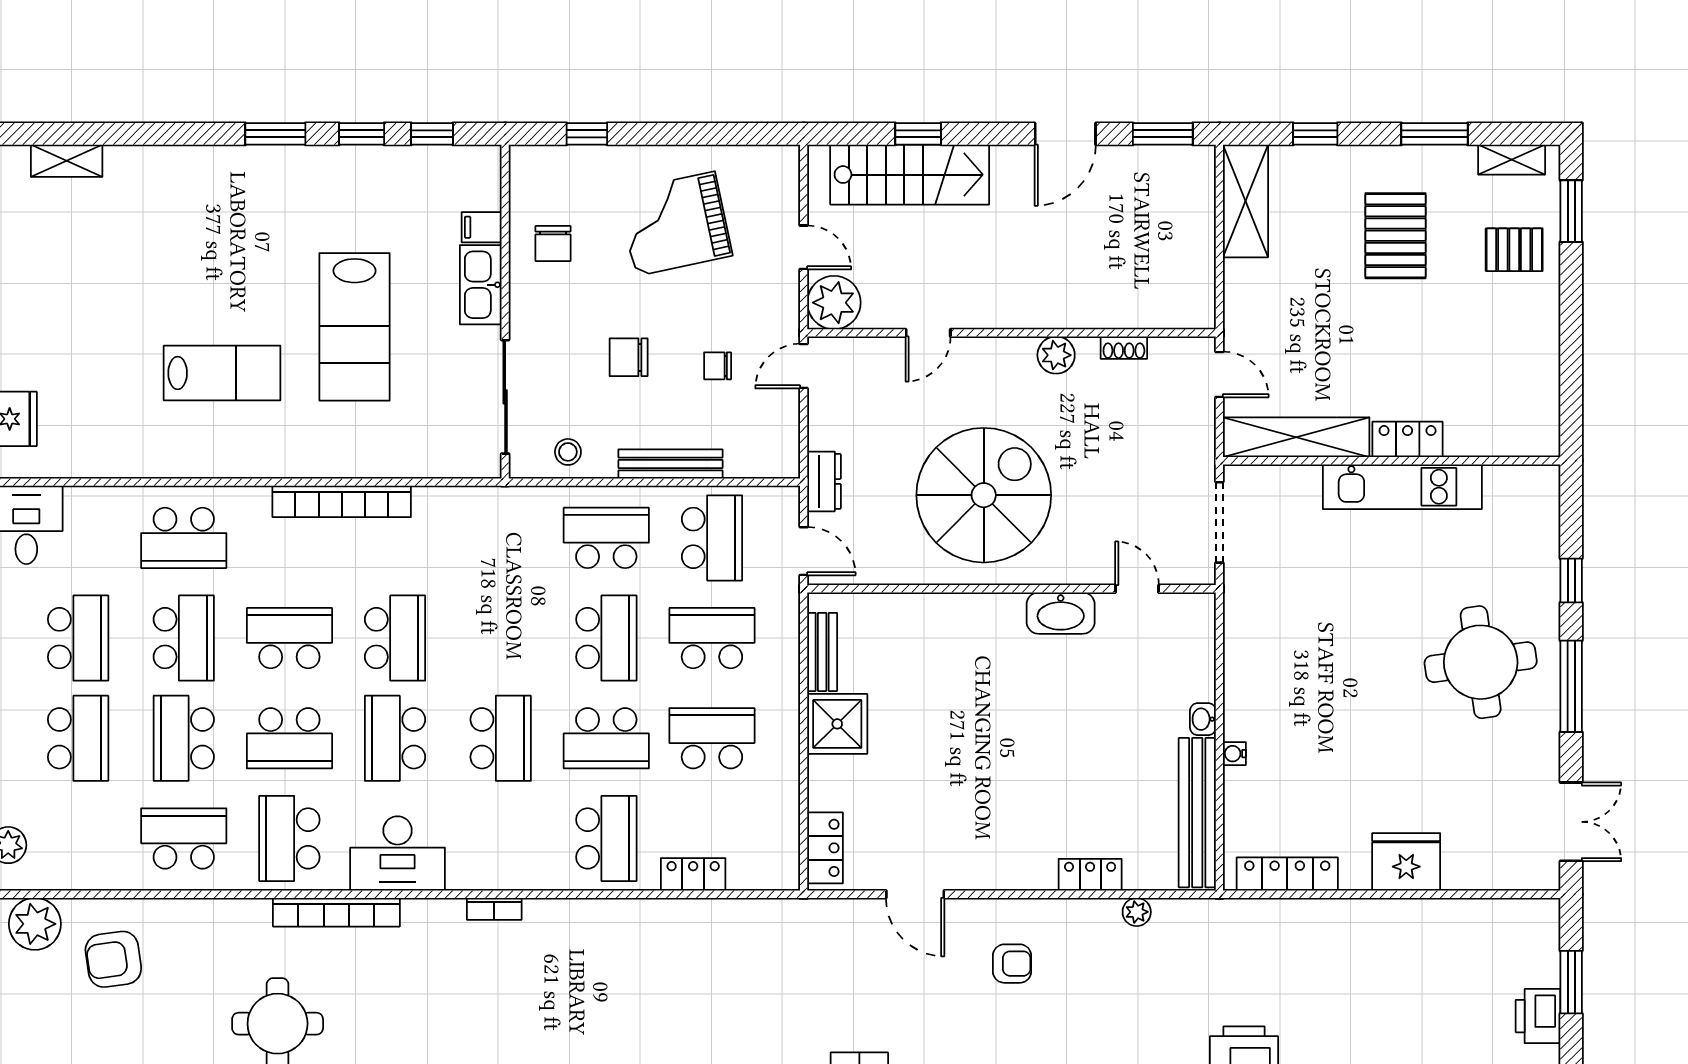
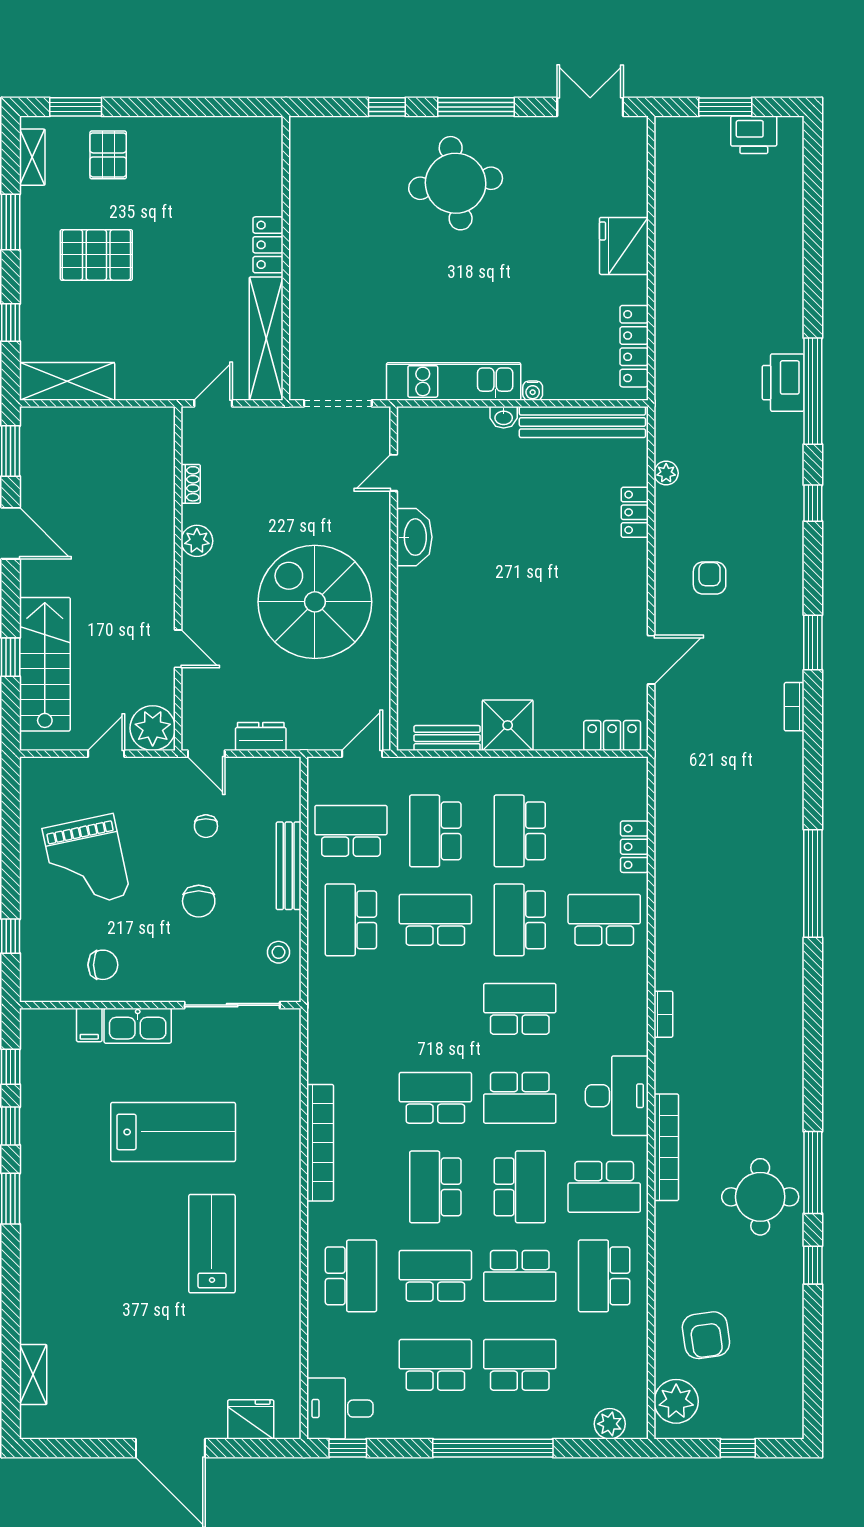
dresser: (824, 481) -> (261, 736), moved
kitchen unit: (1402, 487) -> (454, 381), moved, turned -90
school desk: (606, 738) -> (520, 920), turned 180

